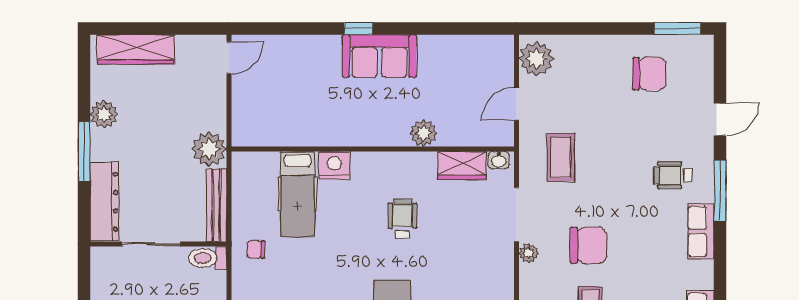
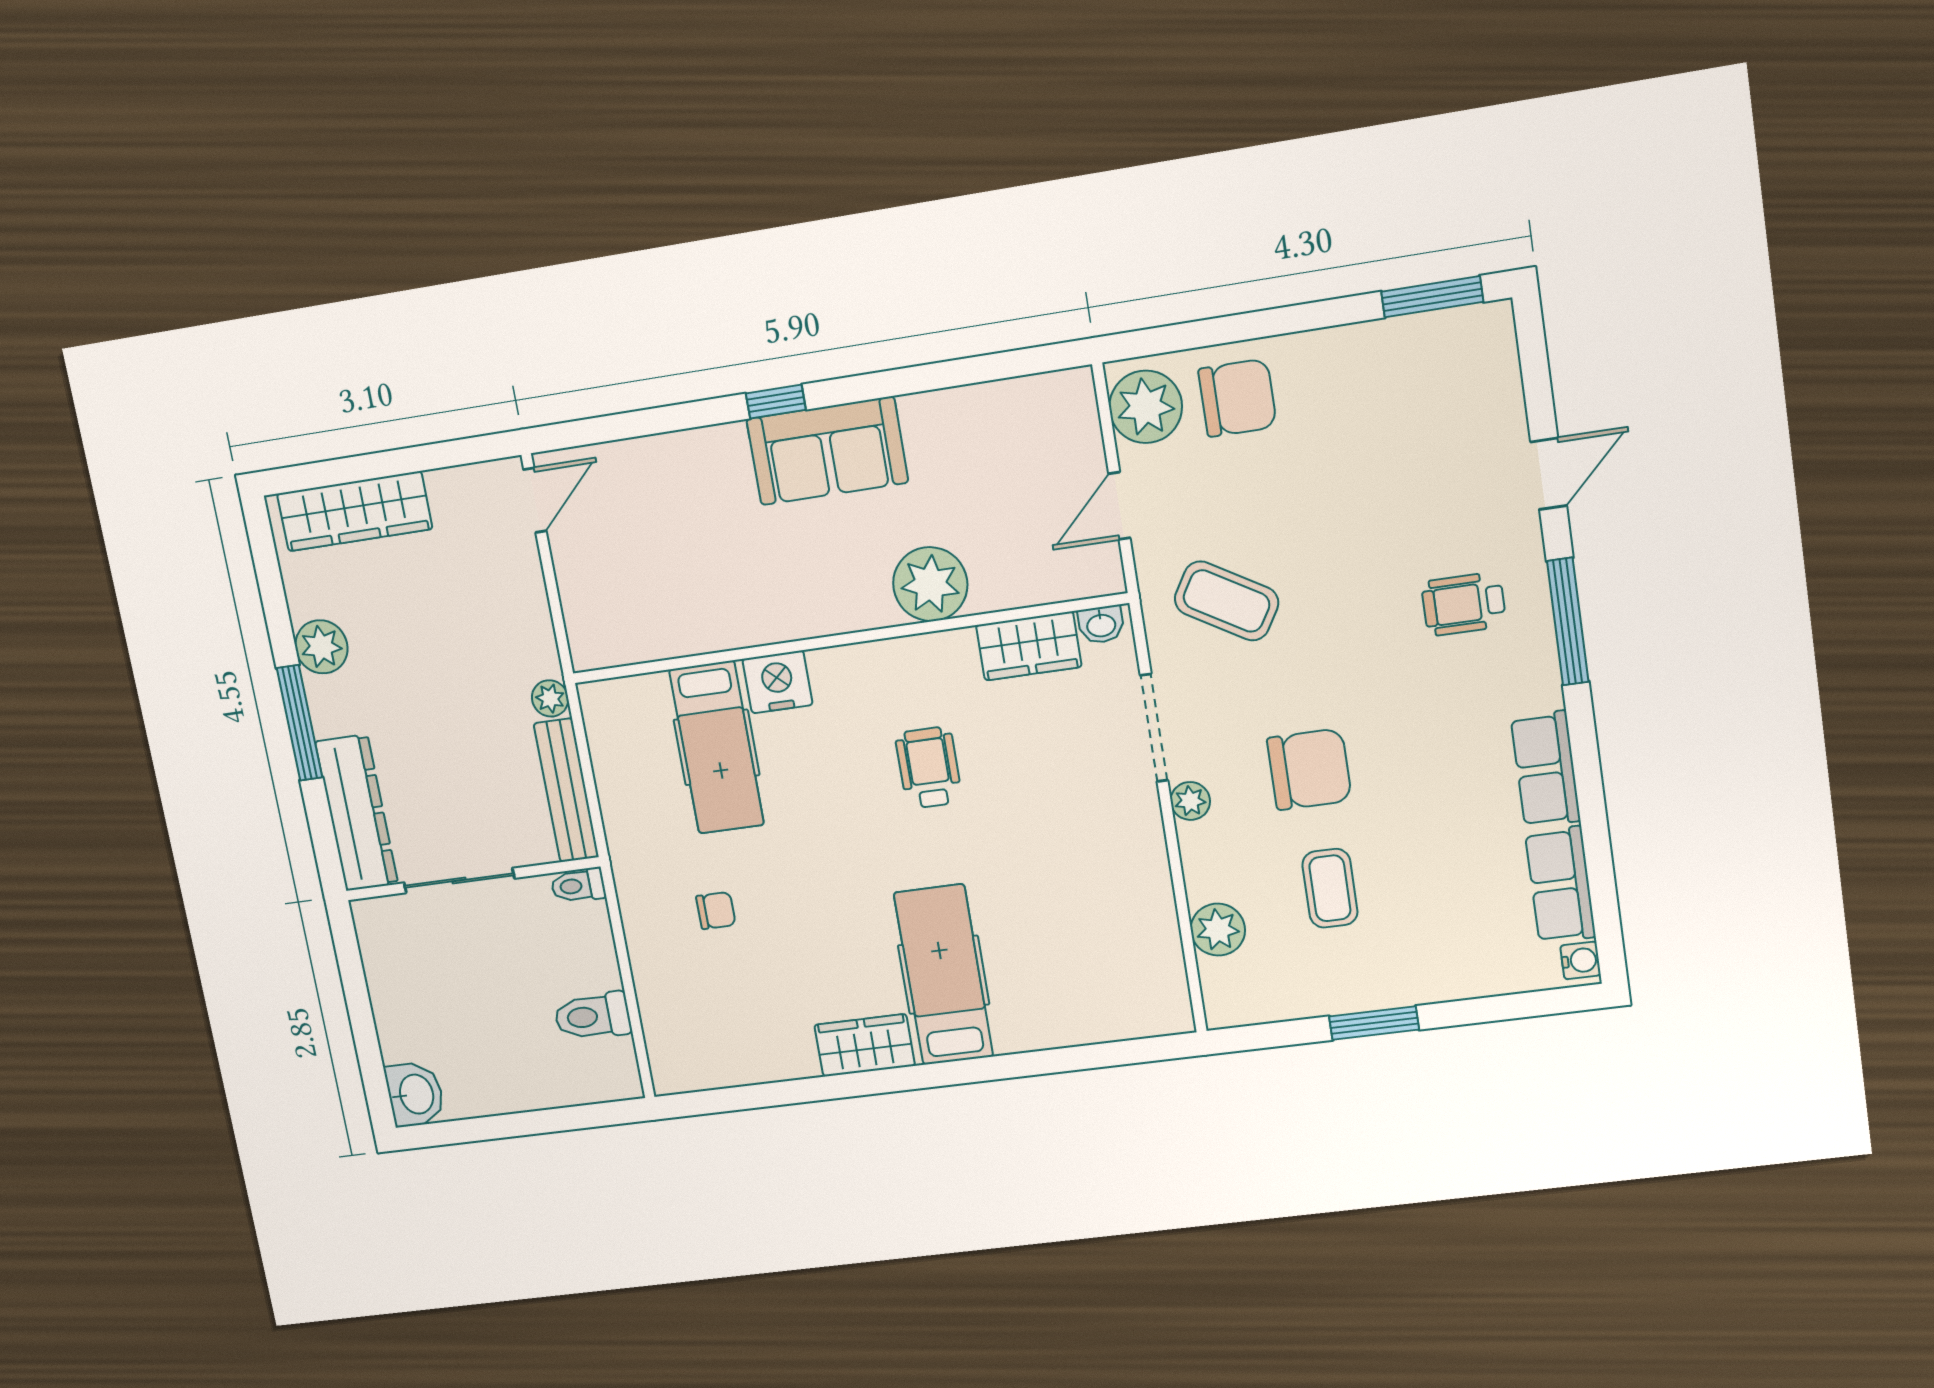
chair: (649, 74) -> (1237, 398), moved
plant: (424, 133) -> (930, 584), width x1.36, depth x1.36
plant: (209, 149) -> (550, 698), width x0.53, depth x0.53
coffee table: (561, 157) -> (1227, 601), turned -59
row of seats: (701, 231) -> (1546, 769), moved
chair: (256, 249) -> (716, 911), moved, turned 180
toilet: (208, 258) -> (578, 886), width x0.73, depth x0.72

